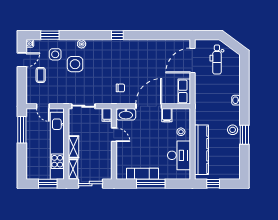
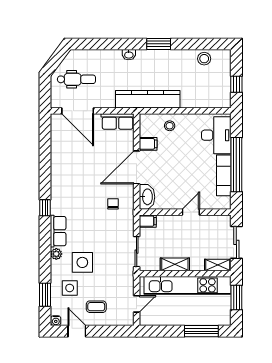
row of seats: (99, 45) -> (58, 231), added
door: (149, 106) -> (137, 167), hinge flipped
window: (22, 130) -> (201, 331), moved
stool: (233, 130) -> (204, 59), moved
door: (114, 135) -> (191, 212), moved
window: (244, 135) -> (159, 44), moved
shelving: (73, 147) -> (175, 264), moved
kitchen counter: (201, 150) -> (148, 99), moved
desk: (179, 155) -> (216, 135), moved, turned 90
window: (151, 184) -> (236, 165), width x1.46

